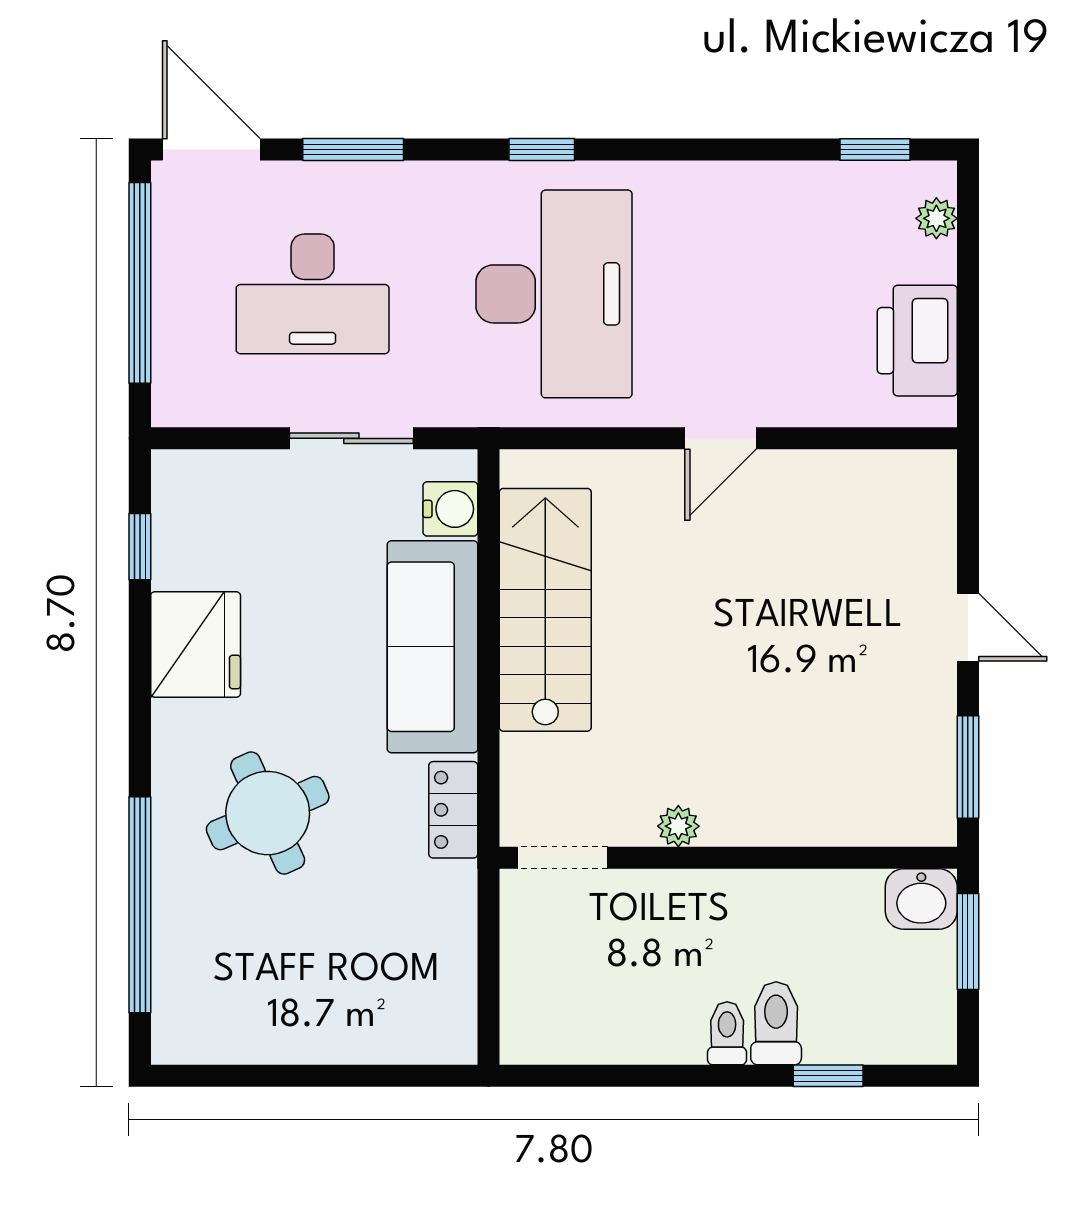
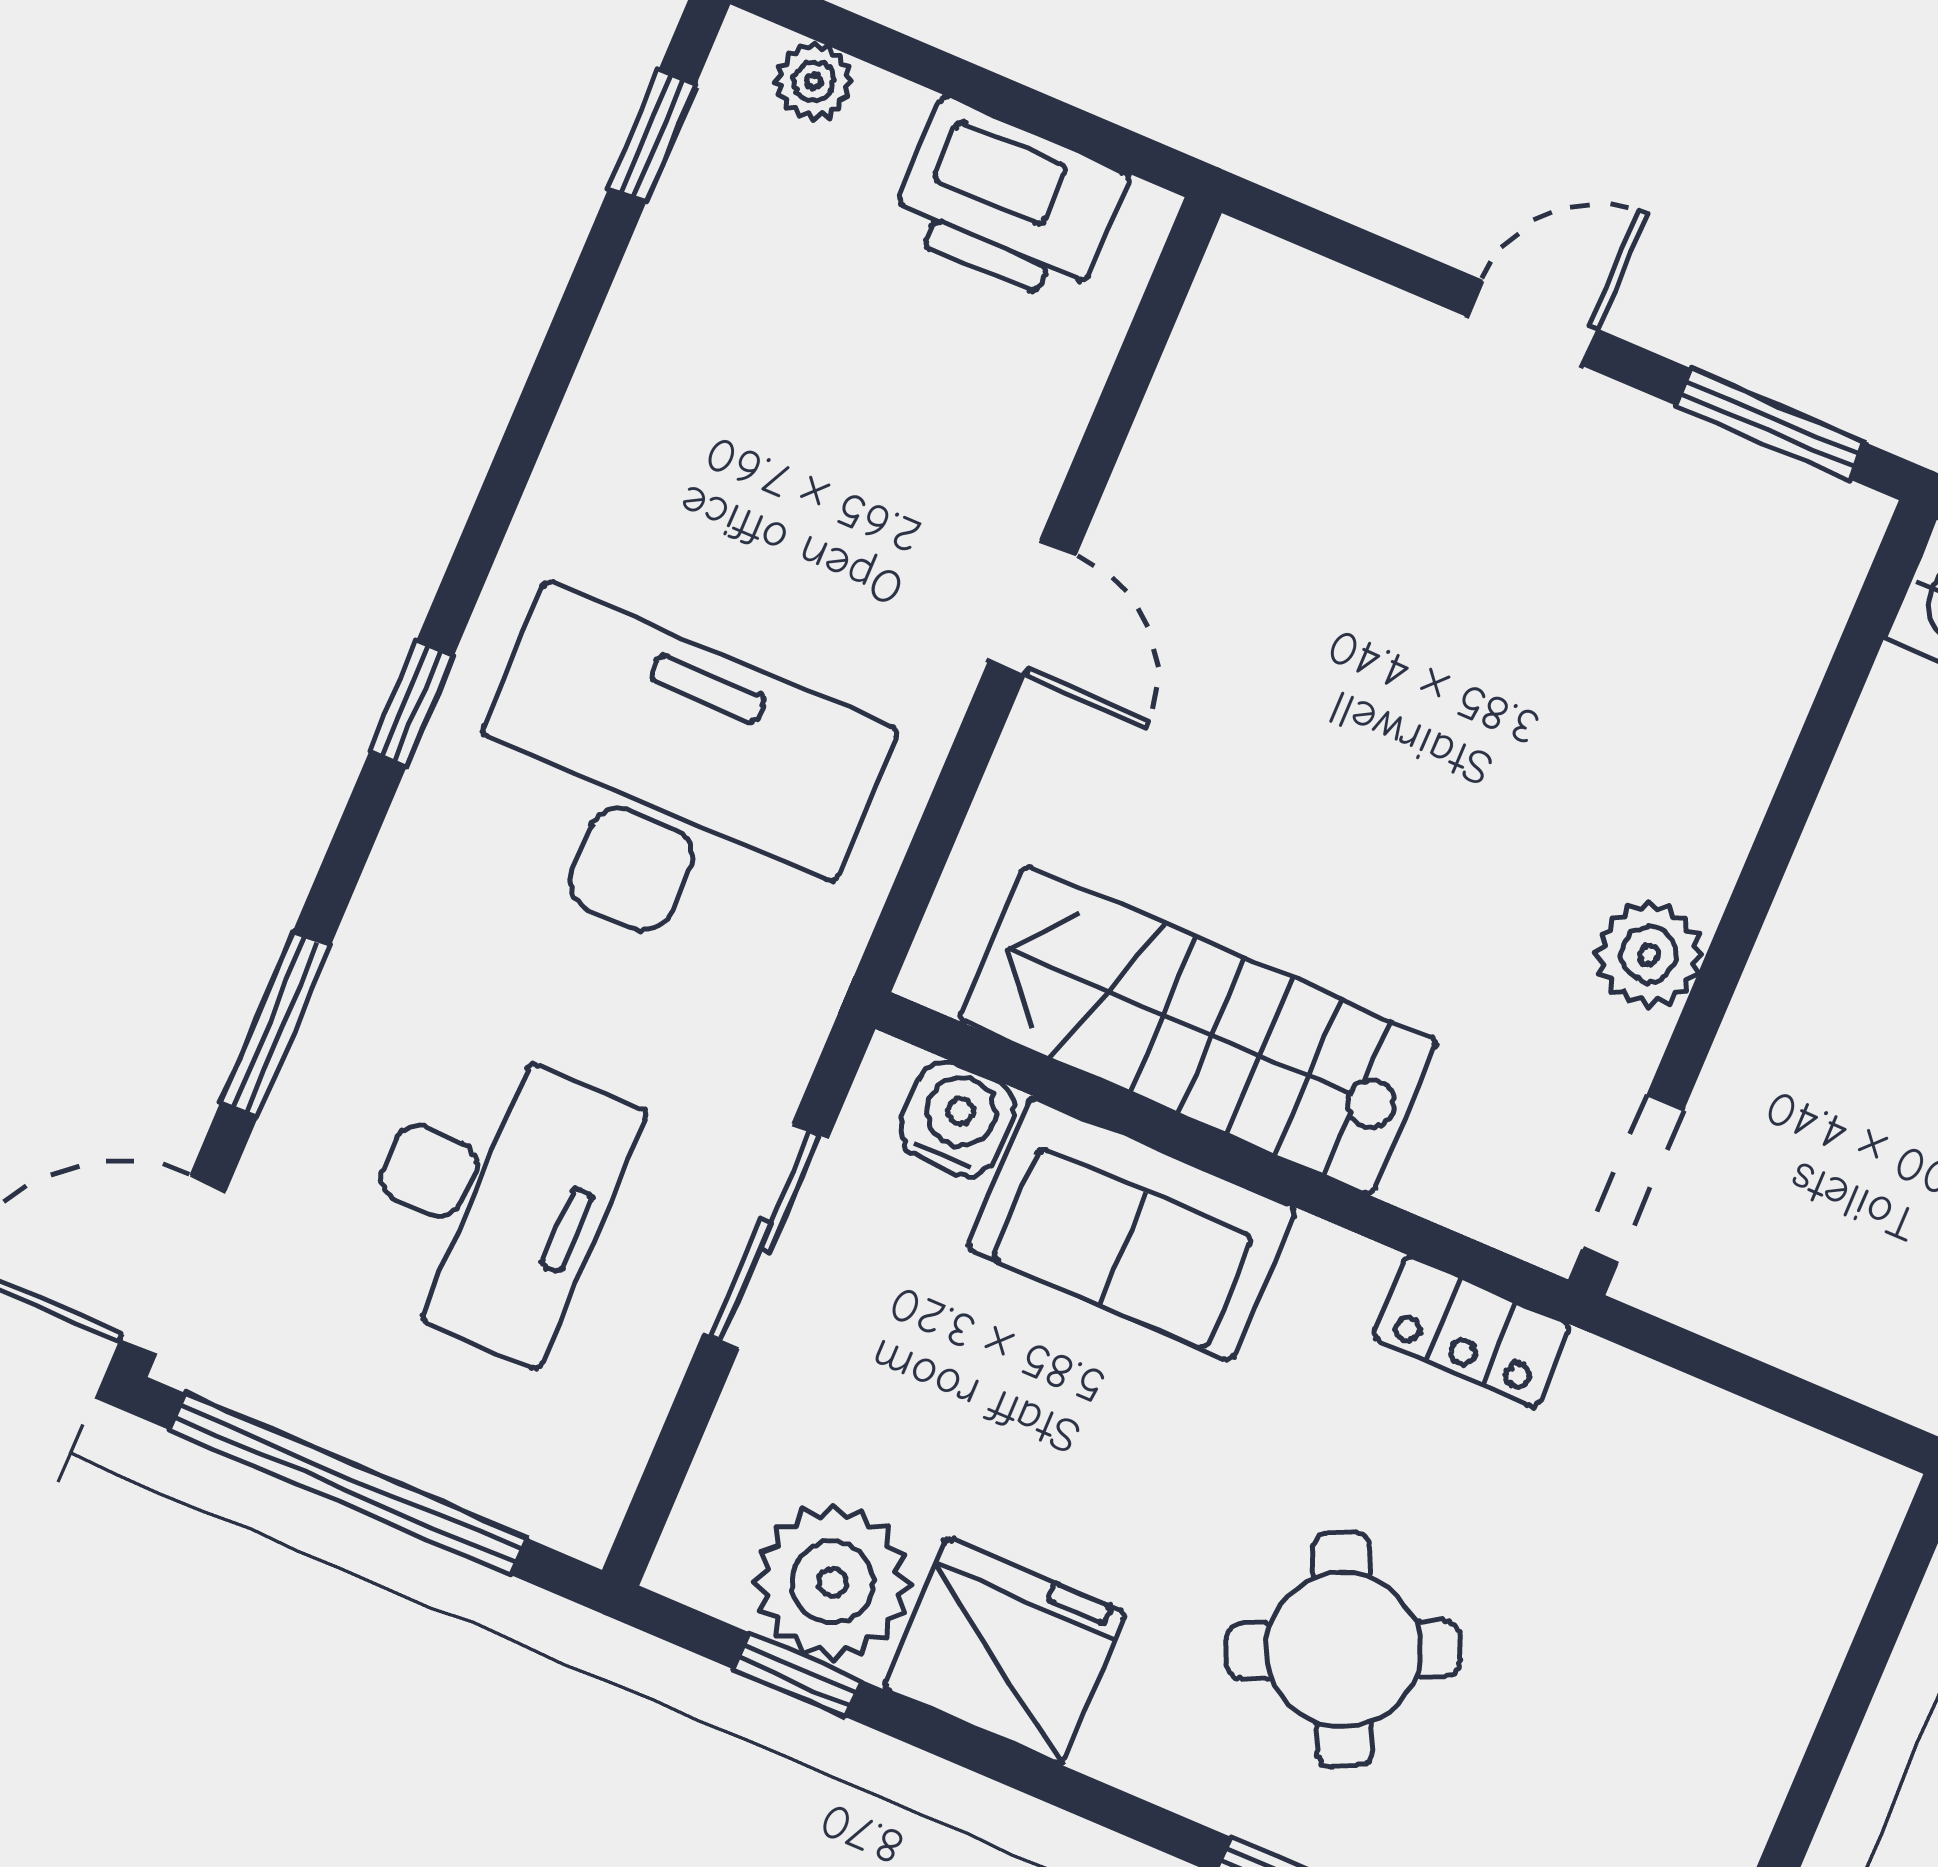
plant: (193, 545) -> (833, 1582), added
sofa: (433, 647) -> (1131, 1228), width x0.73
plant: (678, 826) -> (1649, 954), width x1.38, depth x1.38

